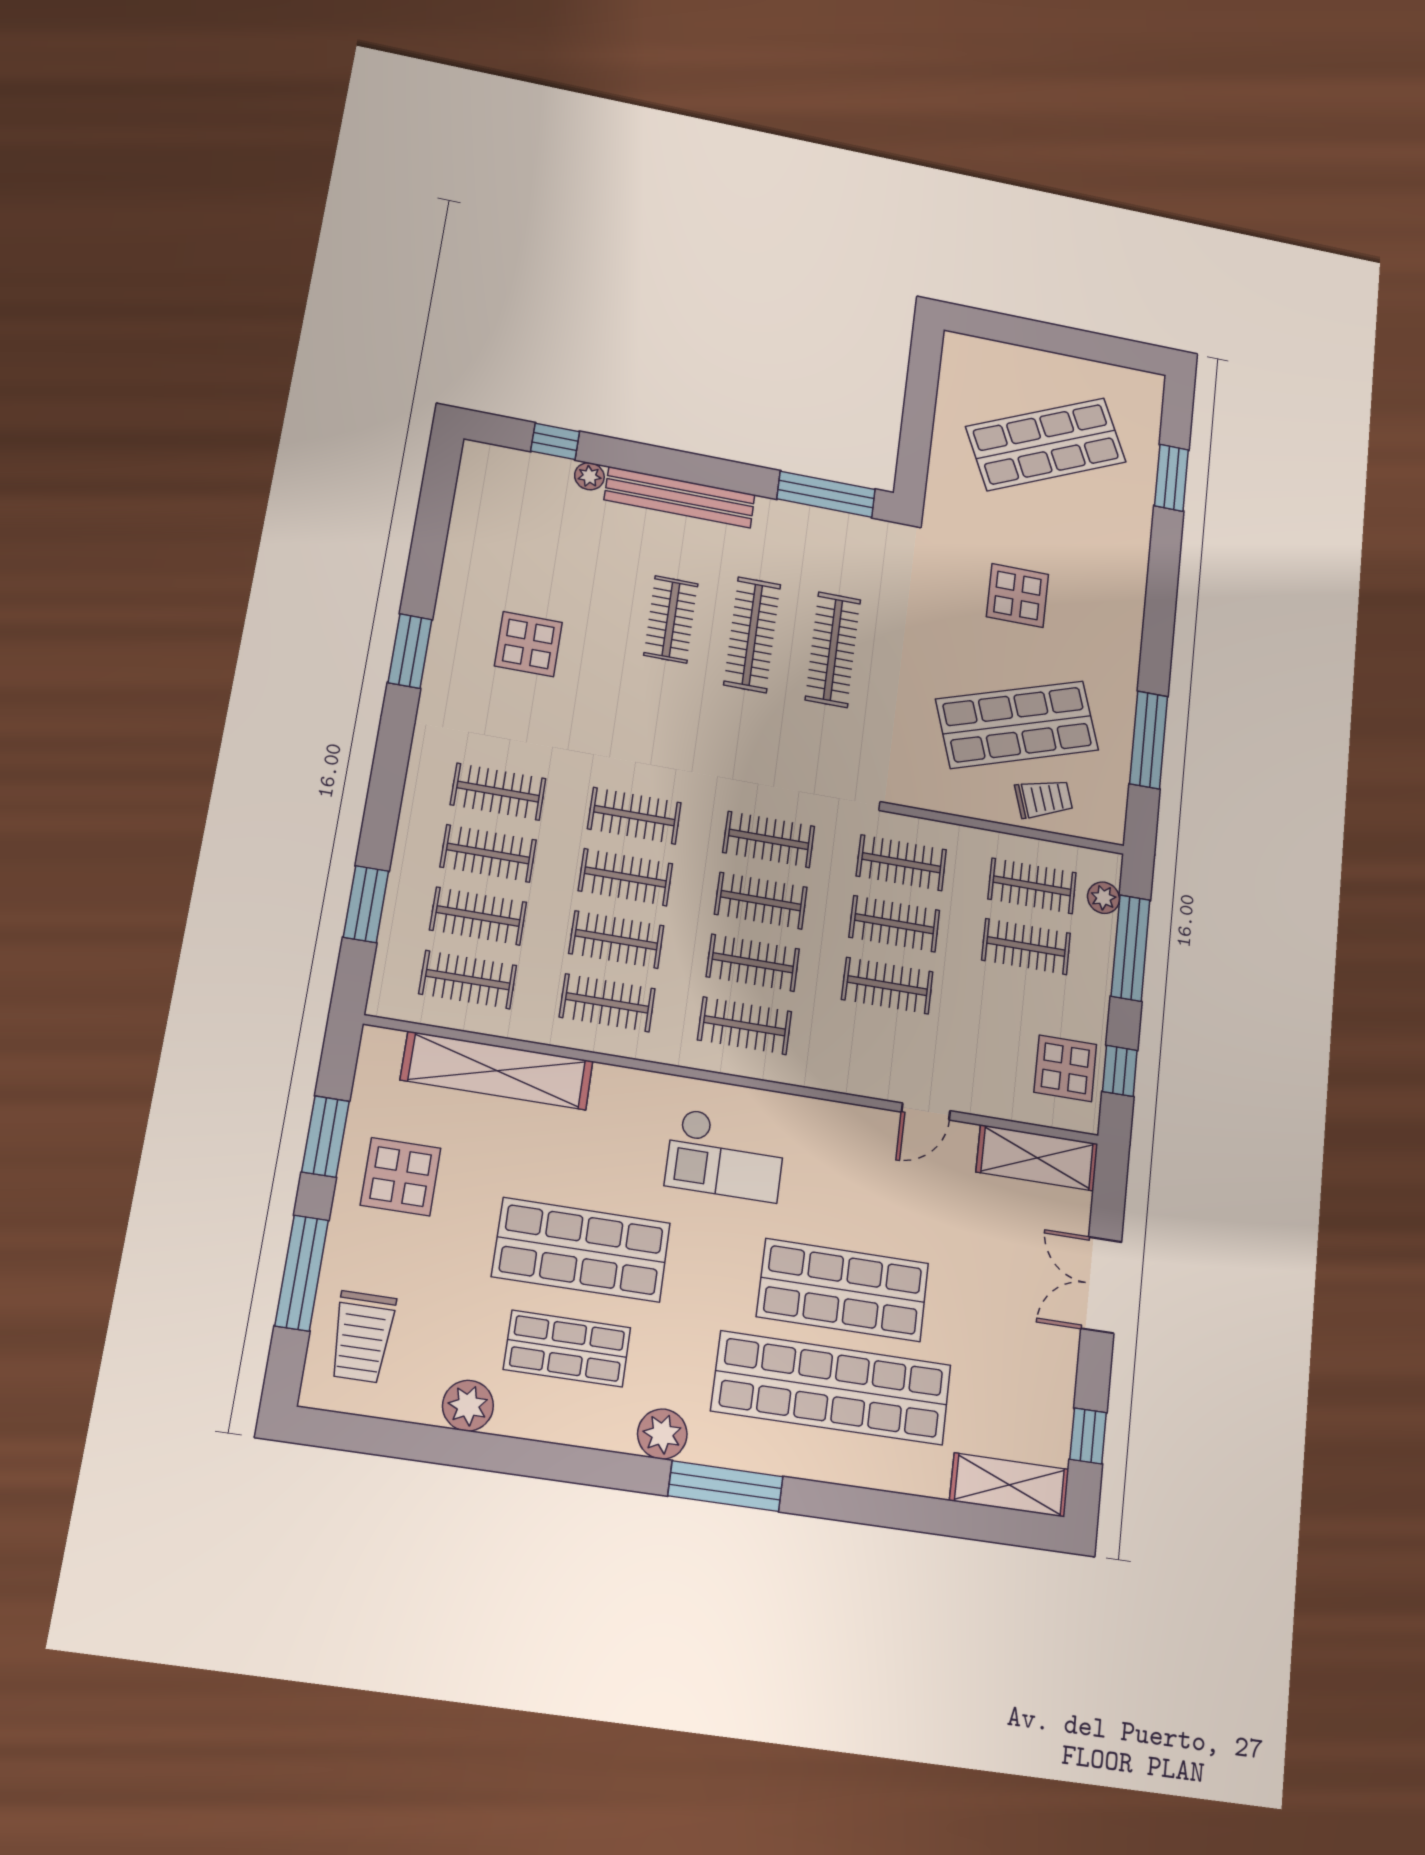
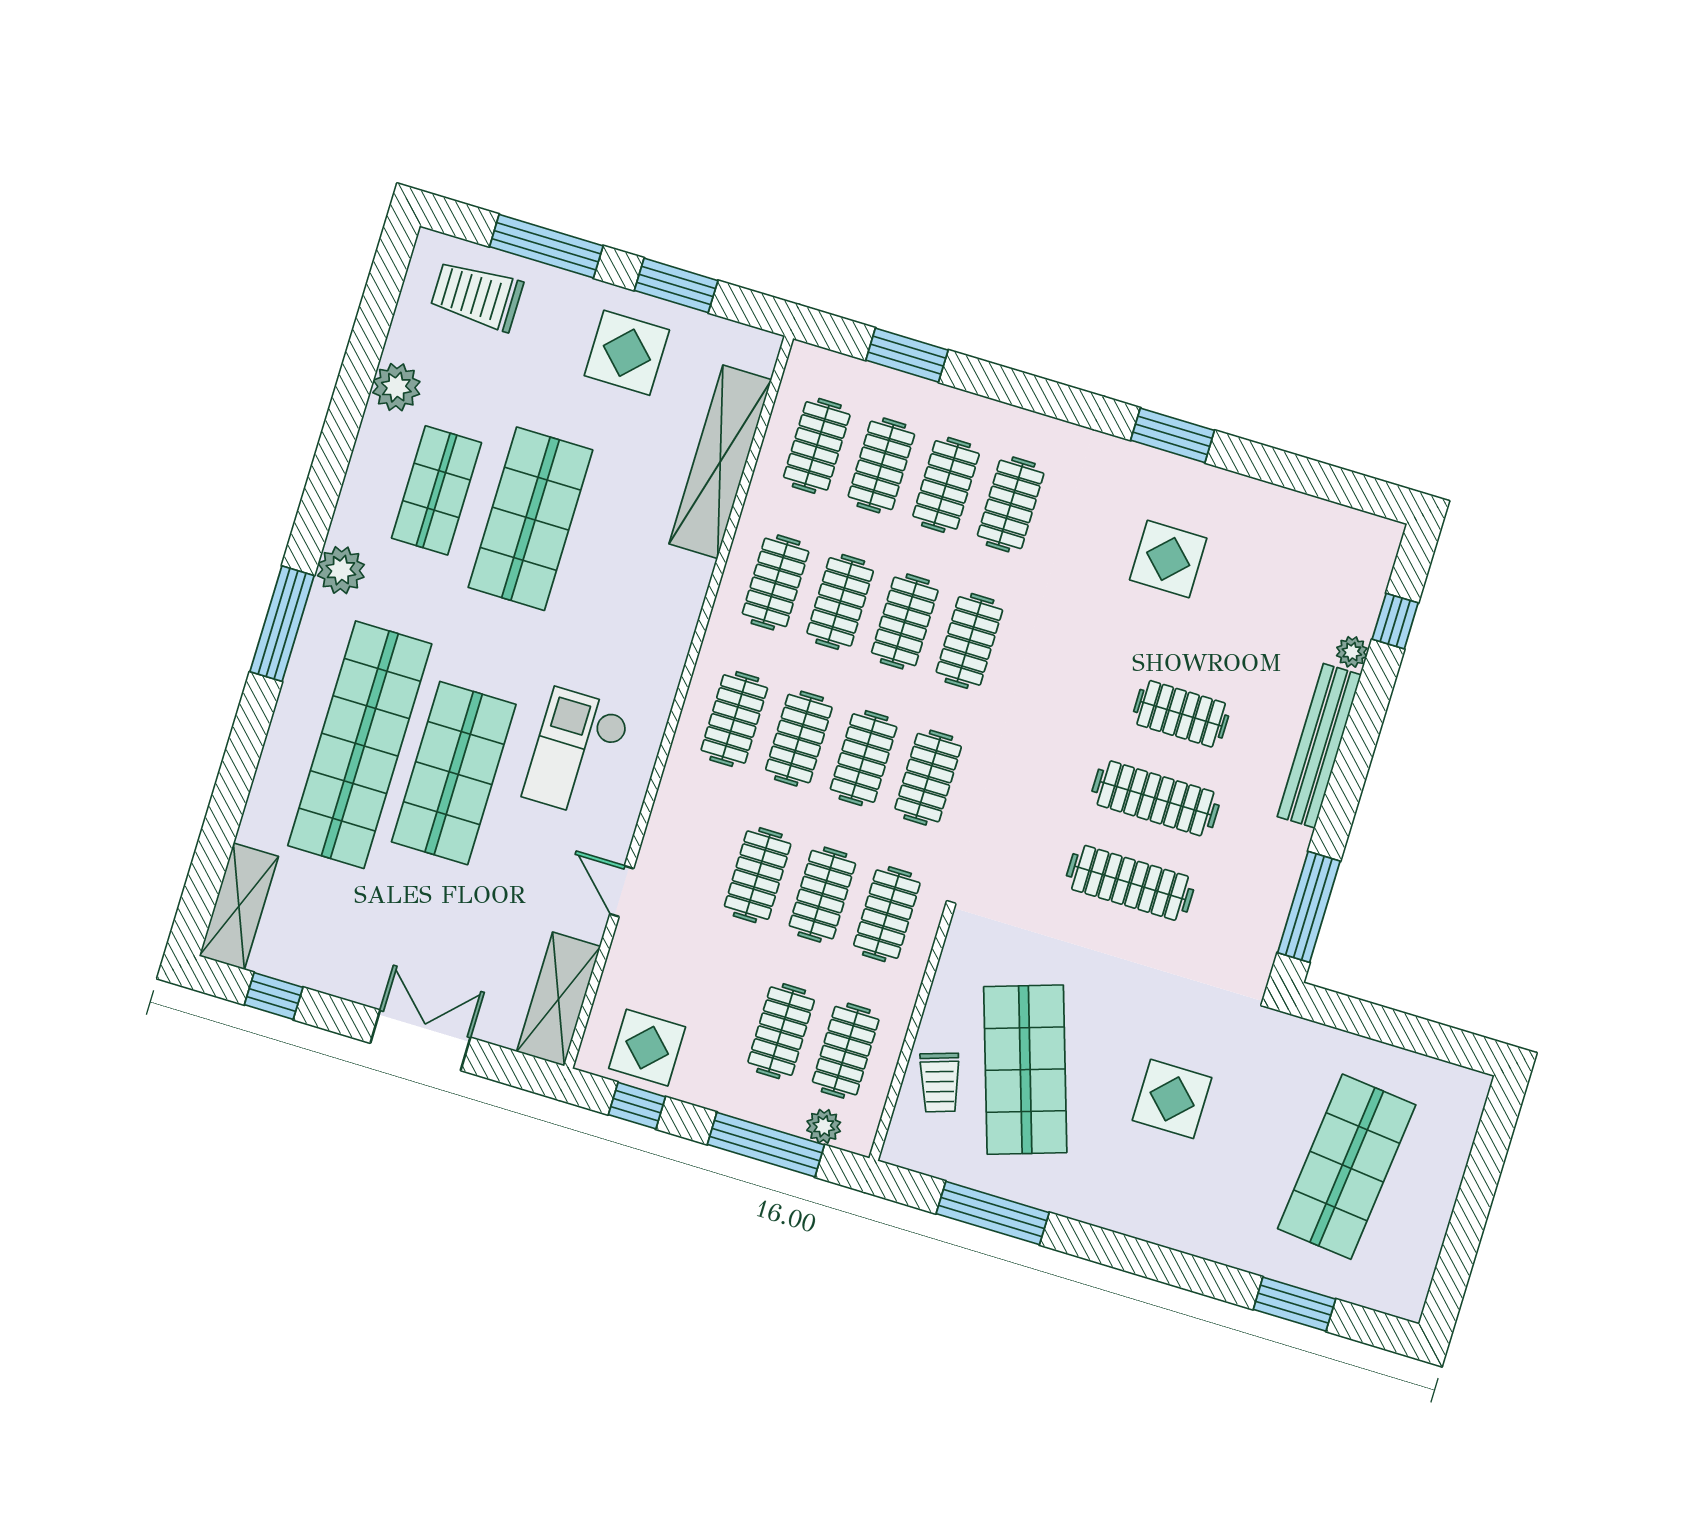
shop shelf: (1046, 444) -> (1347, 1167), turned 30
checkout: (726, 1155) -> (576, 753), moved

